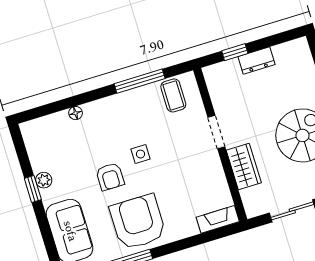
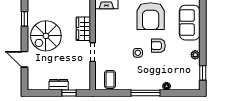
window: (140, 81) -> (146, 93), moved
armchair: (110, 177) -> (158, 46), turned -90
window: (33, 189) -> (203, 73), moved

